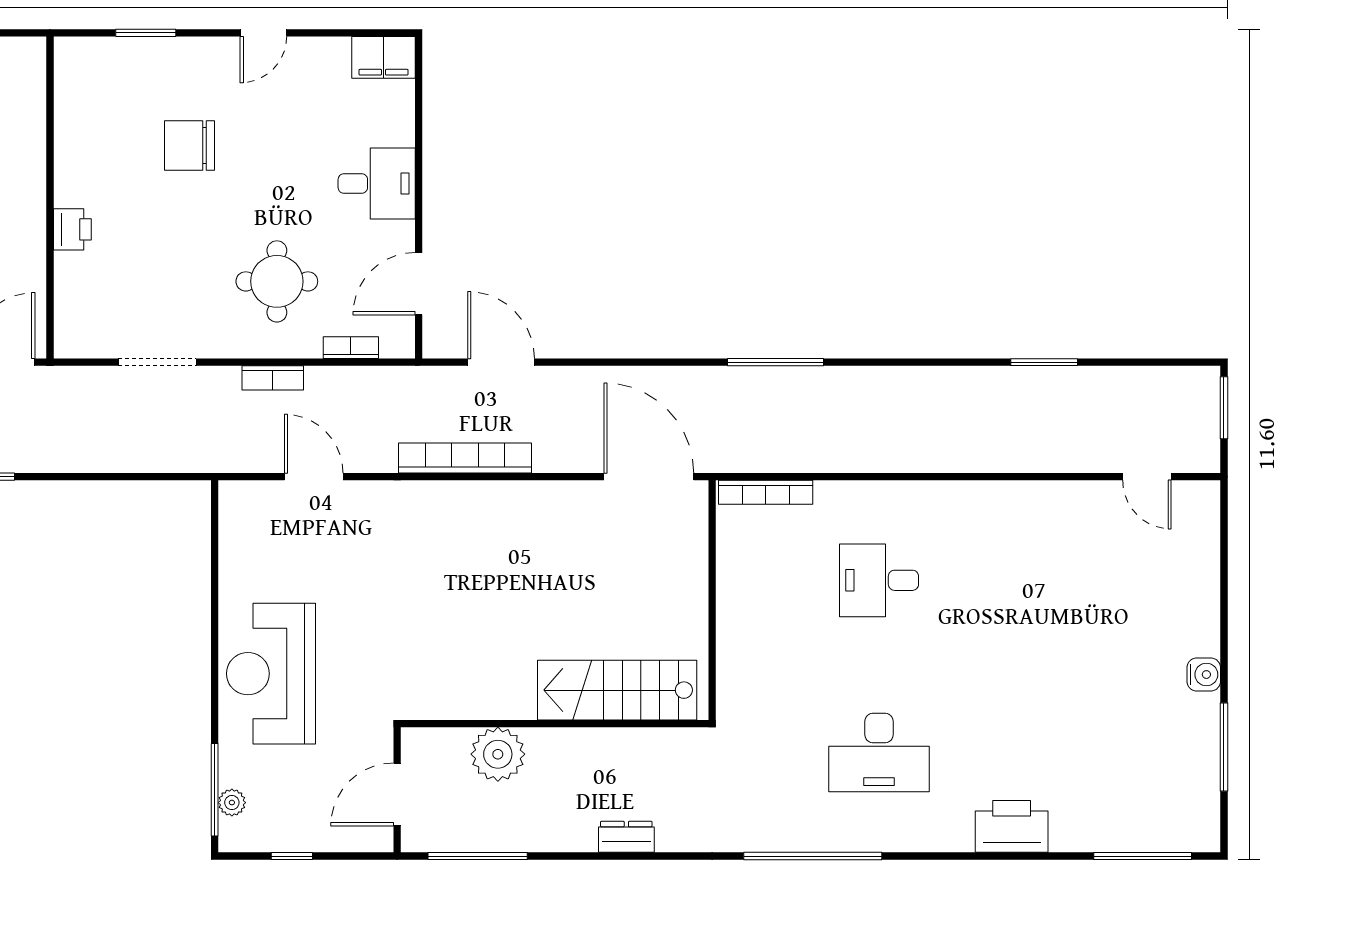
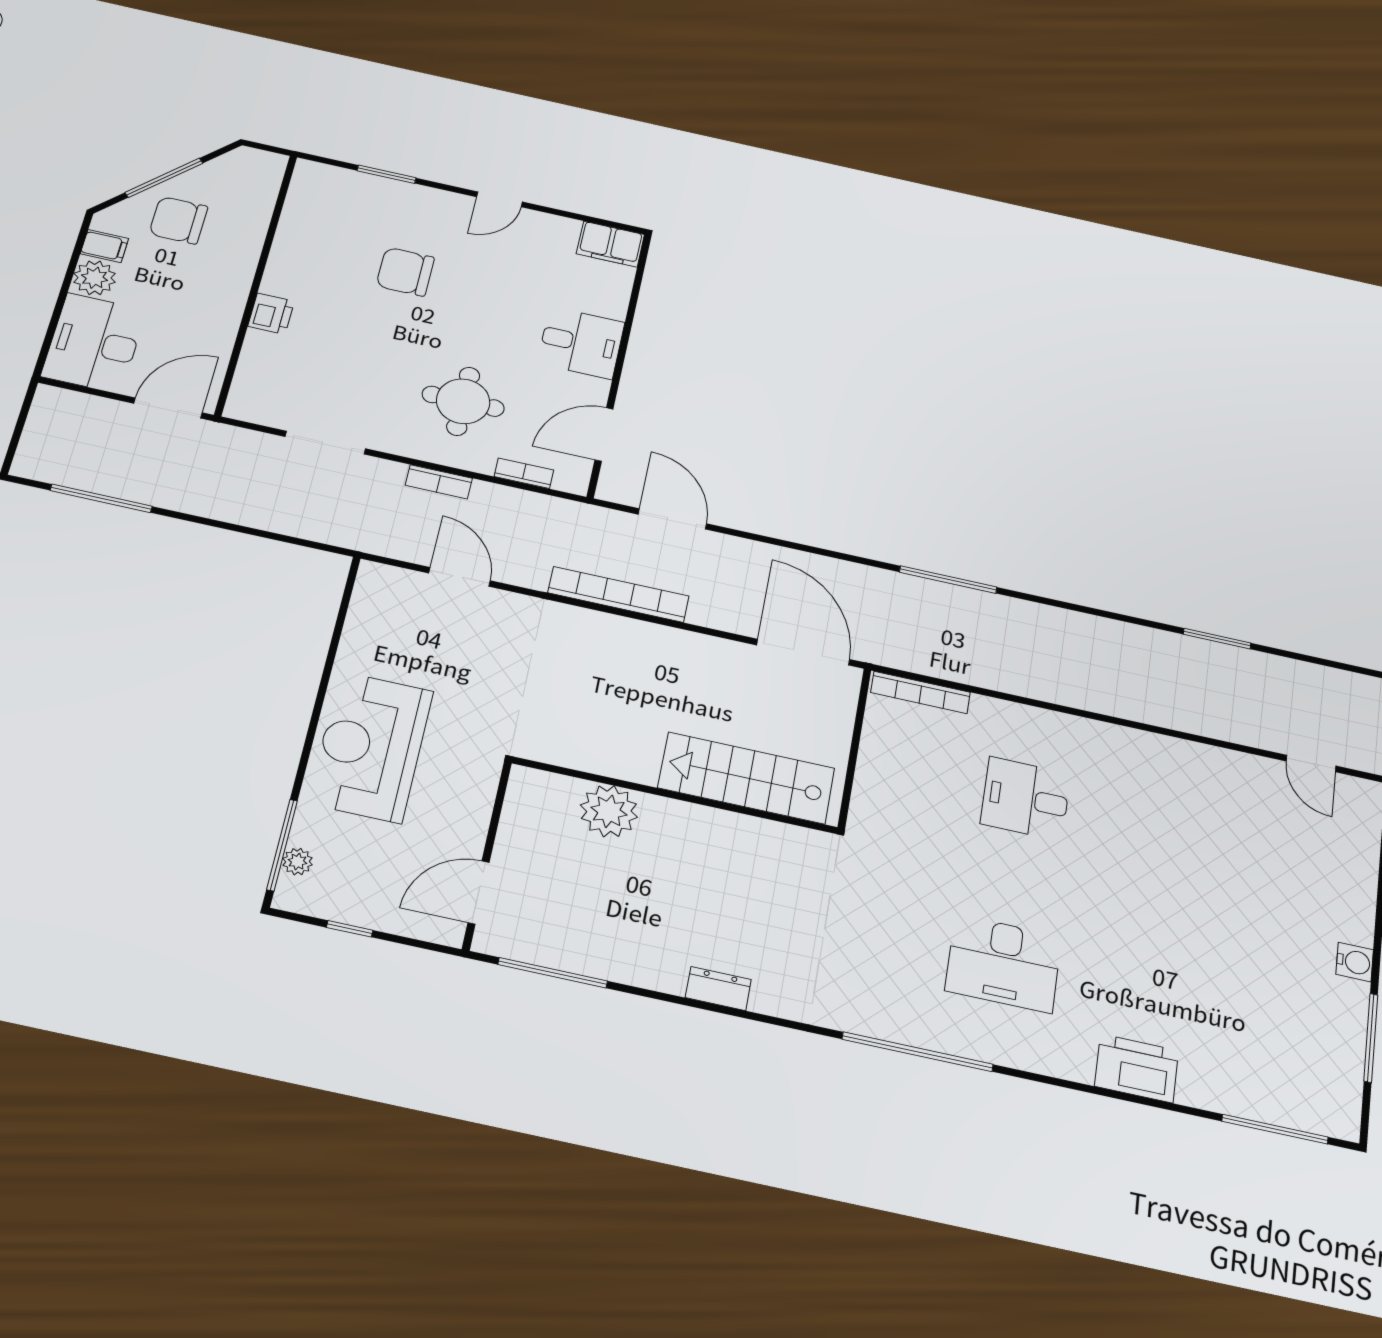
stairs: (617, 690) -> (746, 778), moved
wall: (555, 724) -> (675, 795), moved
plant: (498, 754) -> (609, 811), moved

